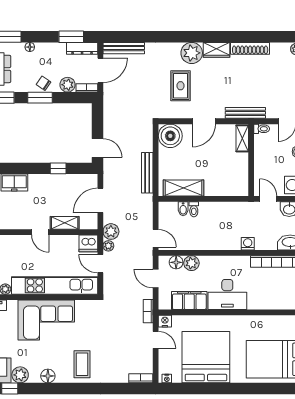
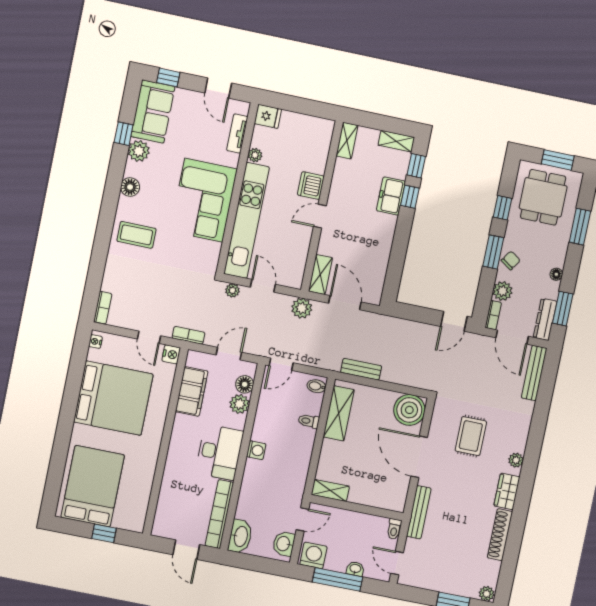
floor lamp: (30, 47) -> (556, 274), moved
plant: (192, 53) -> (516, 460), width x0.53, depth x0.53
rug: (180, 86) -> (471, 436), turned 90
door: (204, 121) -> (419, 457), width x1.36
shelving: (242, 138) -> (330, 490), moved
door: (98, 148) -> (454, 321), moved
window: (58, 168) -> (410, 197), moved
bench: (147, 173) -> (361, 369), width x0.73
bidet: (183, 209) -> (316, 386), moved
shelving: (65, 223) -> (320, 274), moved
dishwasher: (88, 243) -> (311, 186), moved
washing machine: (248, 244) -> (256, 450), moved
plant: (108, 246) -> (232, 290), moved
door: (100, 264) -> (263, 286), hinge flipped
desk: (227, 294) -> (219, 452), moved, turned 180
door: (156, 340) -> (149, 337), hinge flipped

